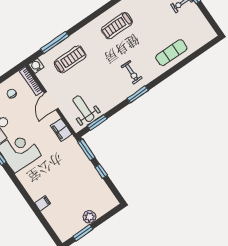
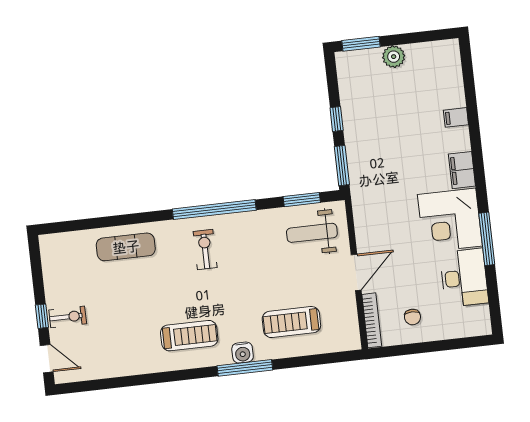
window: (55, 43) -> (245, 368), moved
water cooler: (36, 66) -> (243, 353), moved
window: (138, 94) -> (214, 210), width x2.11
weight bench: (83, 109) -> (312, 233), turned 90
filing cabinet: (61, 130) -> (462, 170), moved, turned 180
window: (83, 233) -> (361, 44), moved

